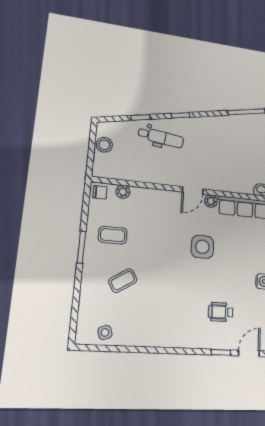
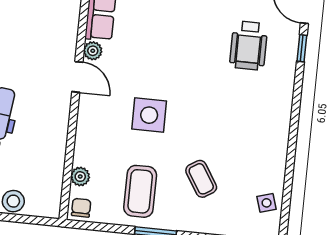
coffee table: (113, 235) -> (140, 191), width x1.36, depth x1.30
side table: (202, 247) -> (149, 115), moved
wheelchair: (221, 312) -> (249, 45), width x1.36, depth x1.37

